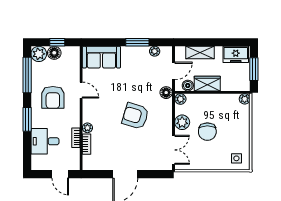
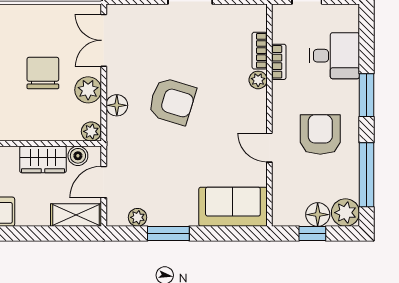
shelving: (200, 53) -> (76, 215), moved
floor lamp: (166, 93) -> (117, 105), moved

